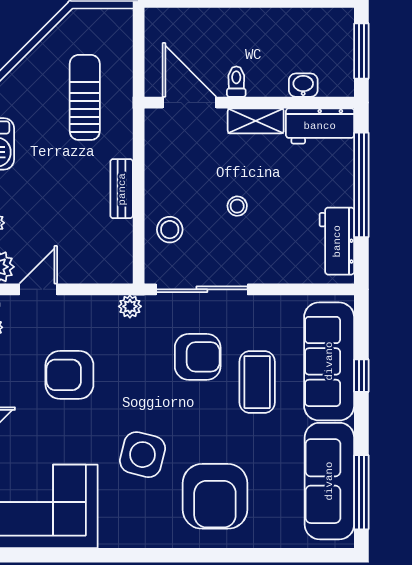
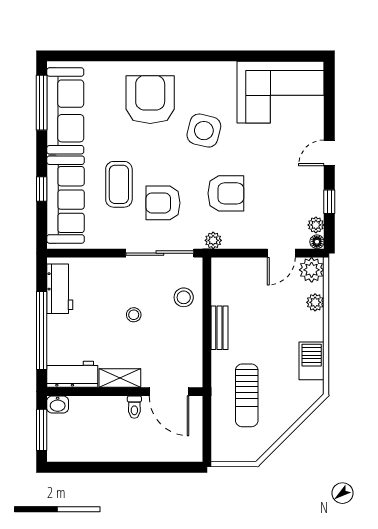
washbasin: (303, 85) -> (58, 404), moved
armchair: (69, 375) -> (226, 193), moved

